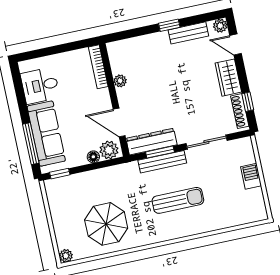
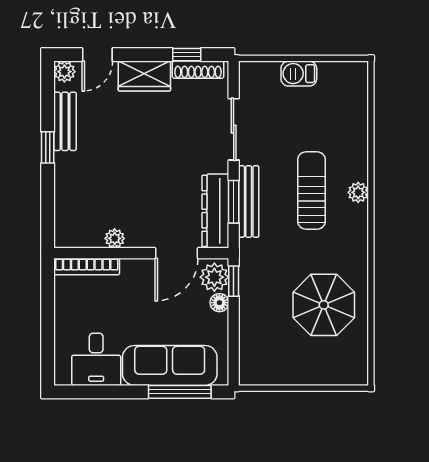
window: (60, 174) -> (234, 281), moved
plant: (66, 256) -> (358, 192), moved

